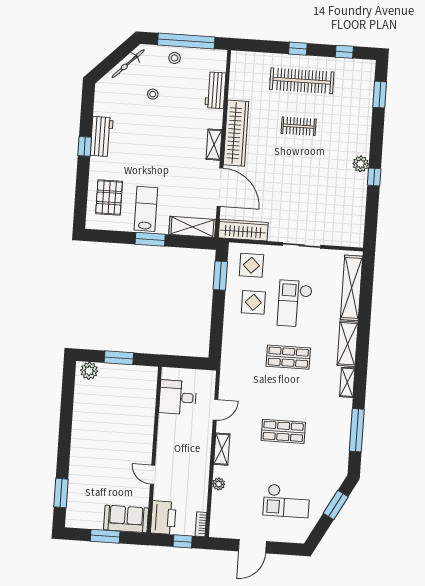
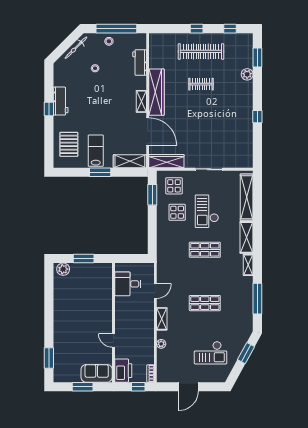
plant: (361, 164) -> (247, 74), moved

